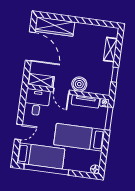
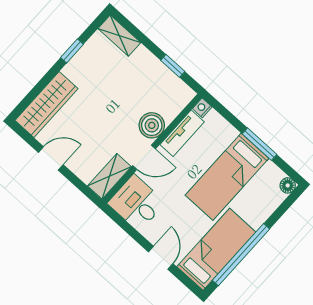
window: (89, 21) -> (72, 51), added
door: (30, 46) -> (51, 158), width x0.53
shelving: (110, 50) -> (119, 36), moved
window: (109, 118) -> (259, 144), moved

